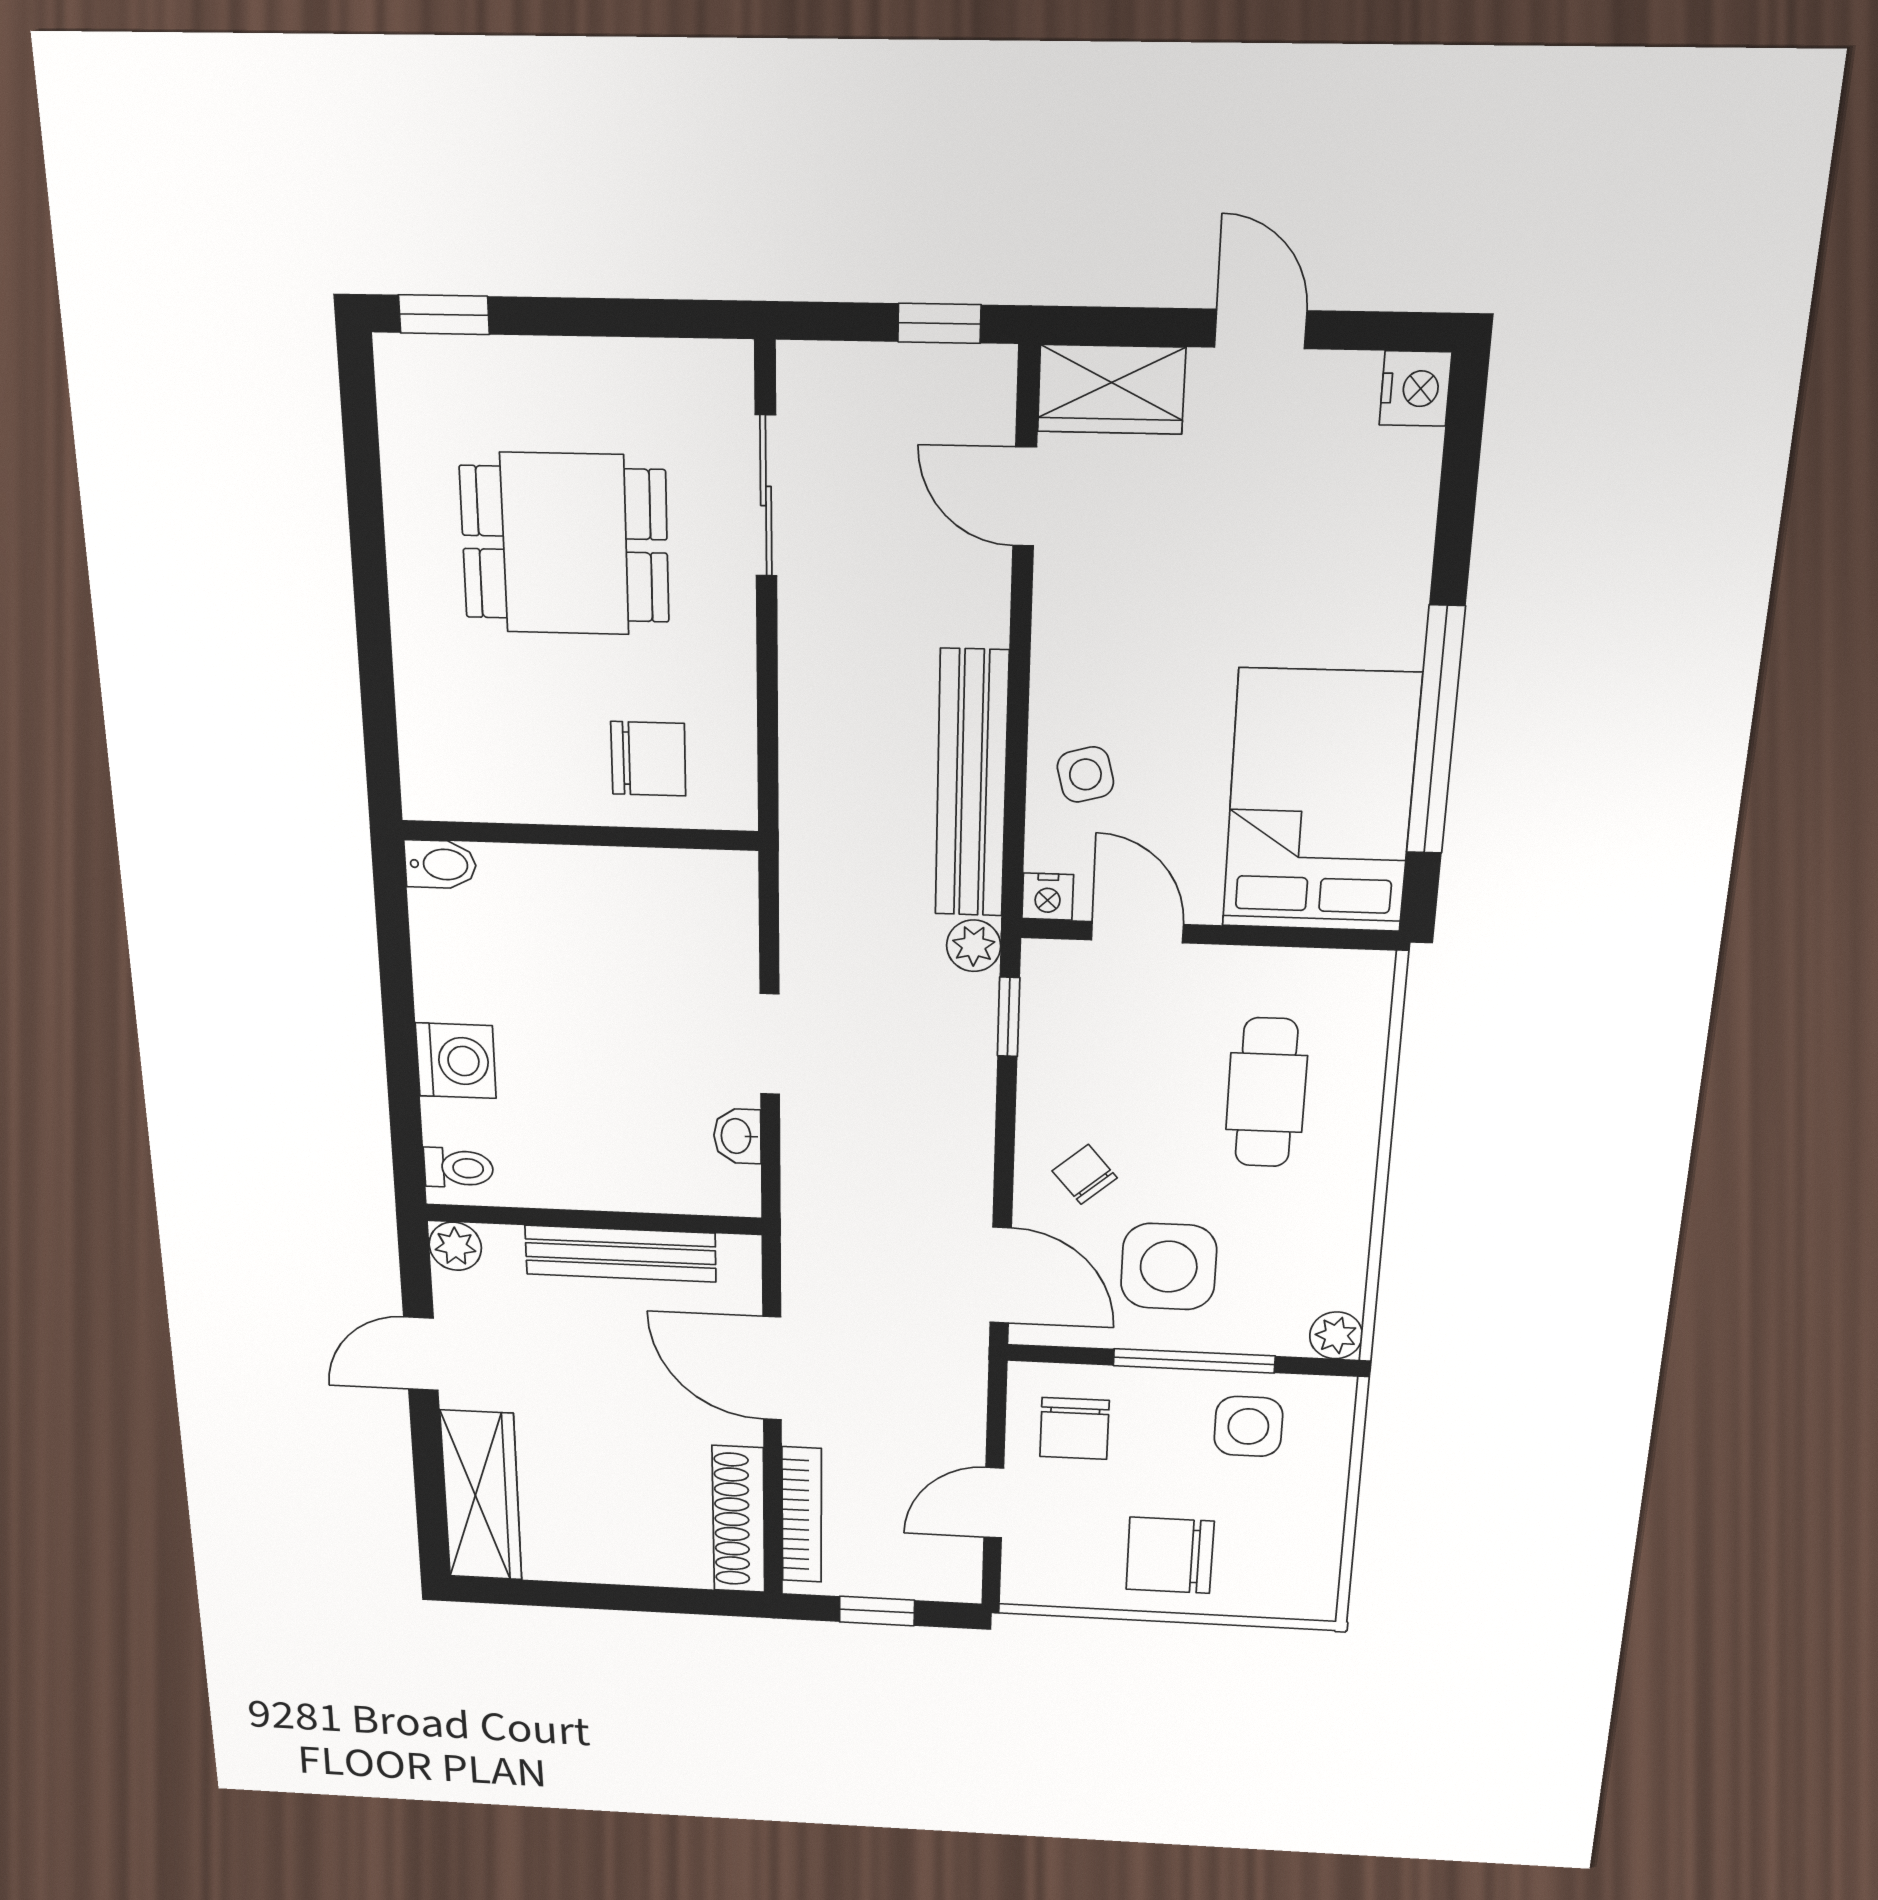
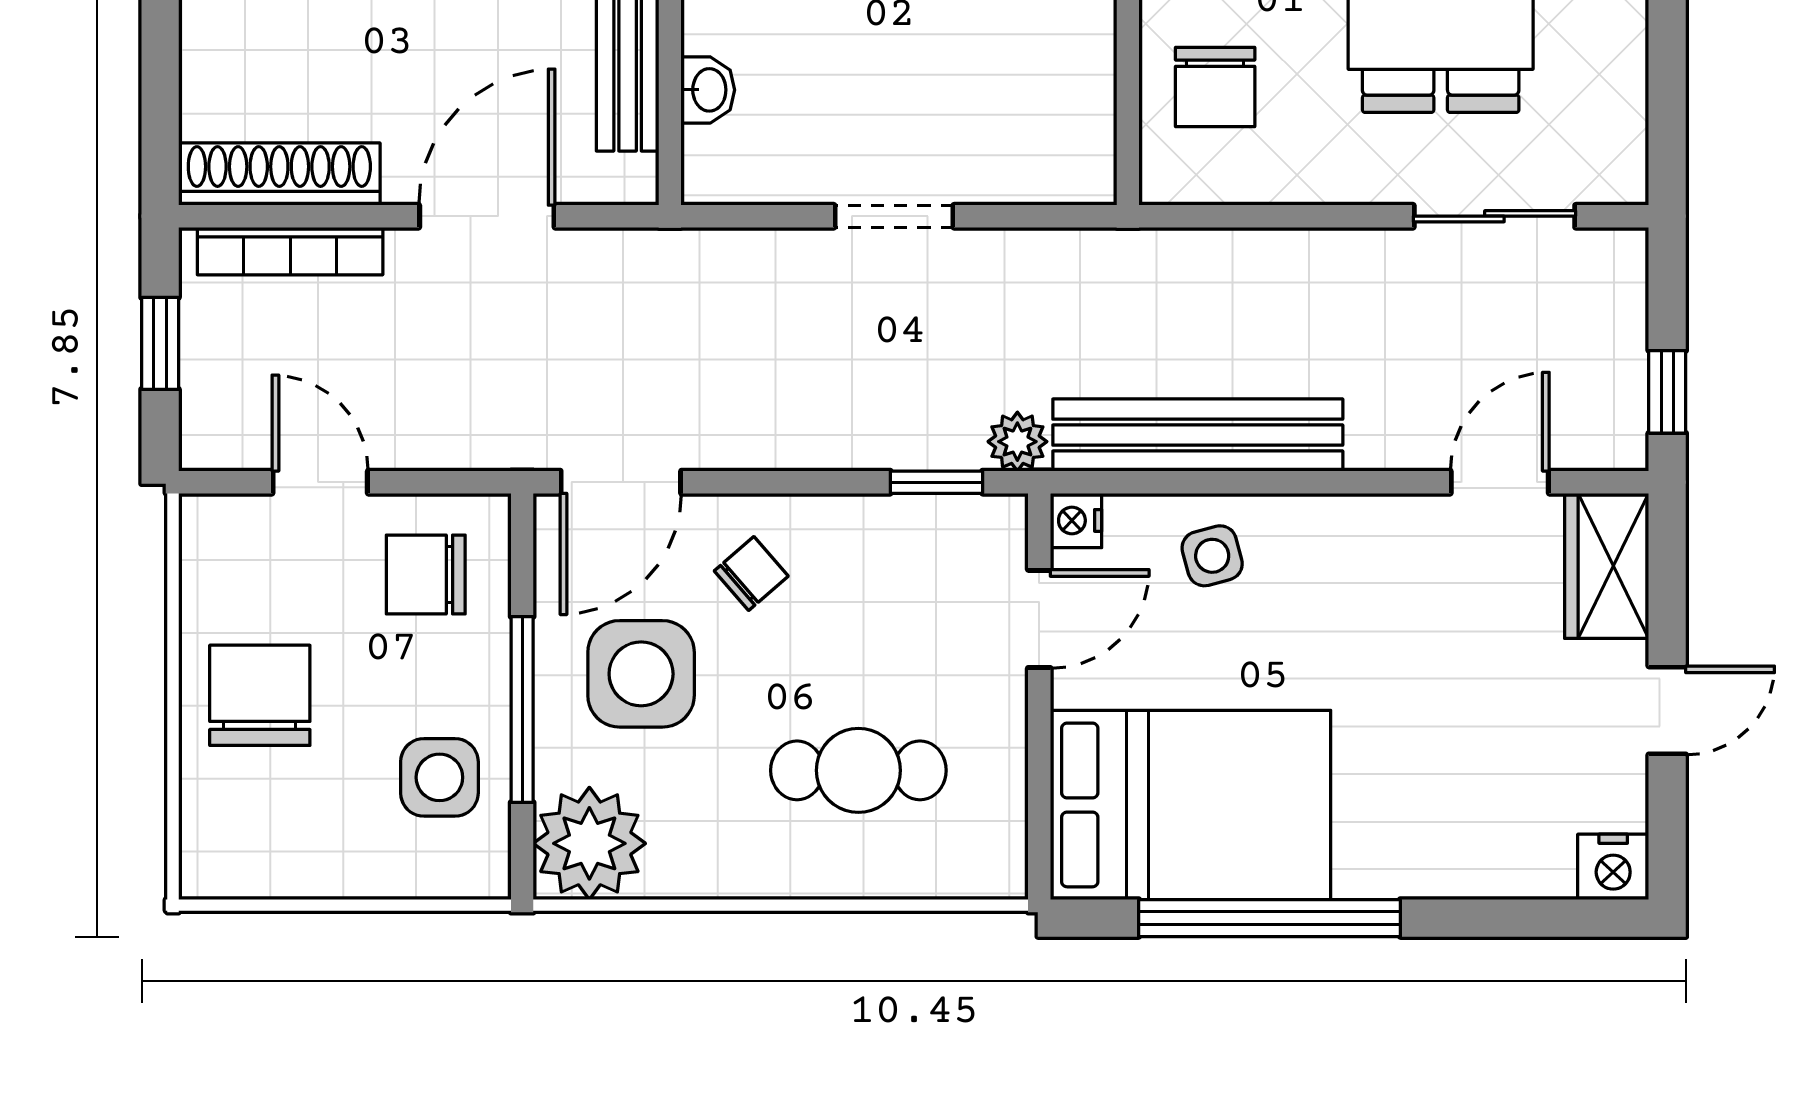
washbasin: (737, 1136) -> (708, 90), moved, turned 90
plant: (1336, 1335) -> (589, 843), width x1.87, depth x1.87

